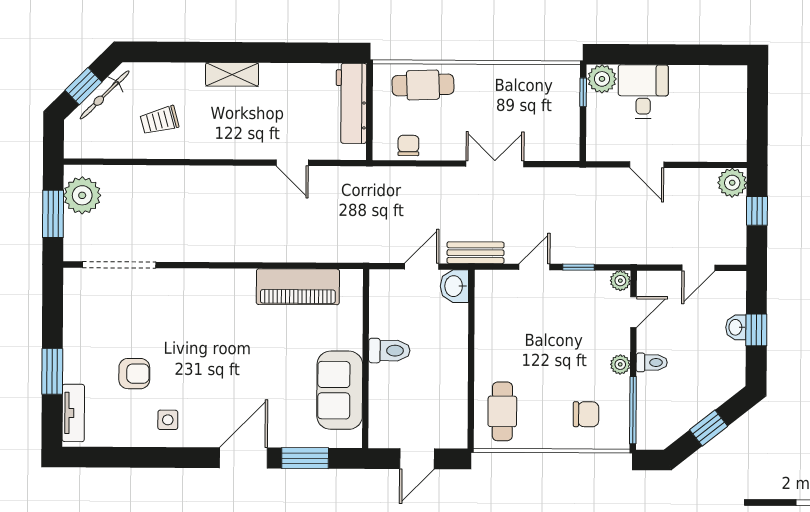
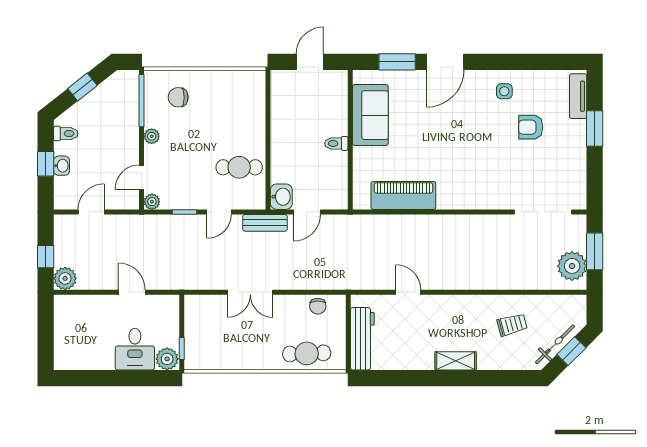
toilet: (389, 351) -> (336, 143), width x0.73, depth x0.72
toilet: (652, 362) -> (66, 134), moved, turned 180
cafe table: (502, 411) -> (239, 167), moved, turned 90

